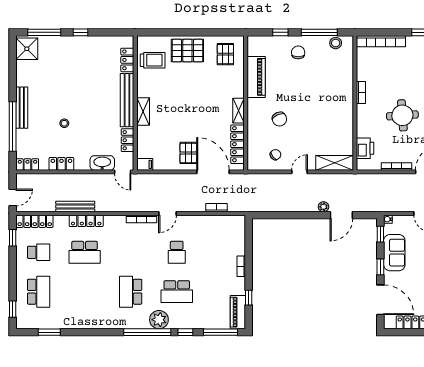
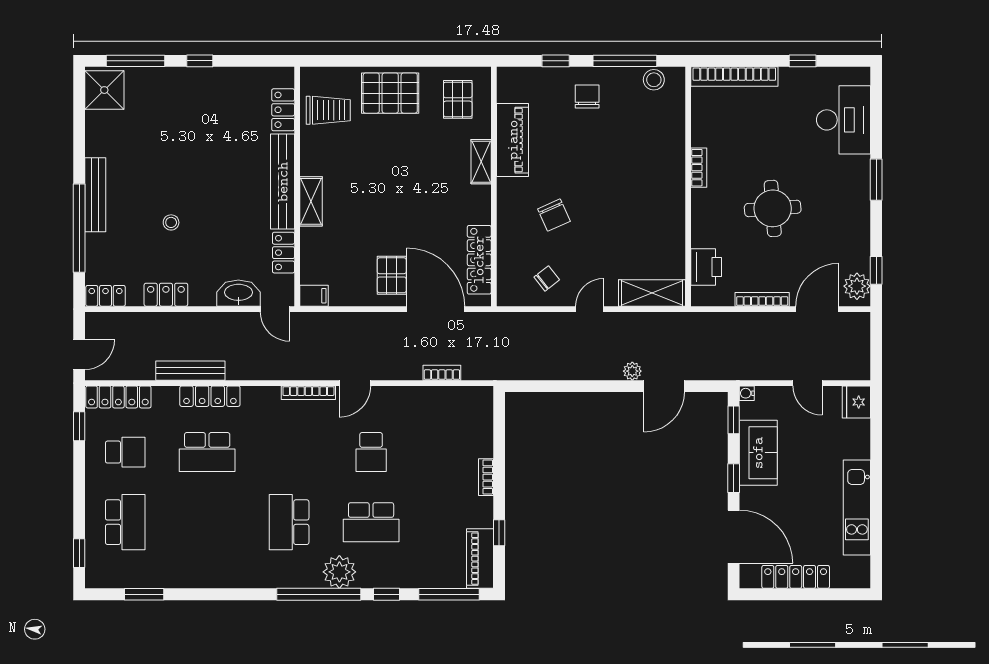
shelving: (239, 111) -> (481, 162), moved

